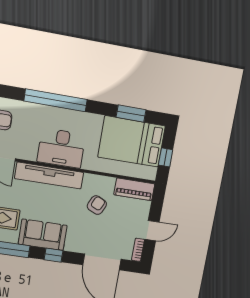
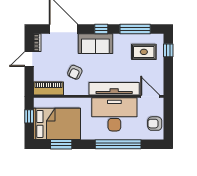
desk: (61, 148) -> (114, 114), width x1.36, depth x1.30
sofa: (43, 235) -> (95, 44), moved

